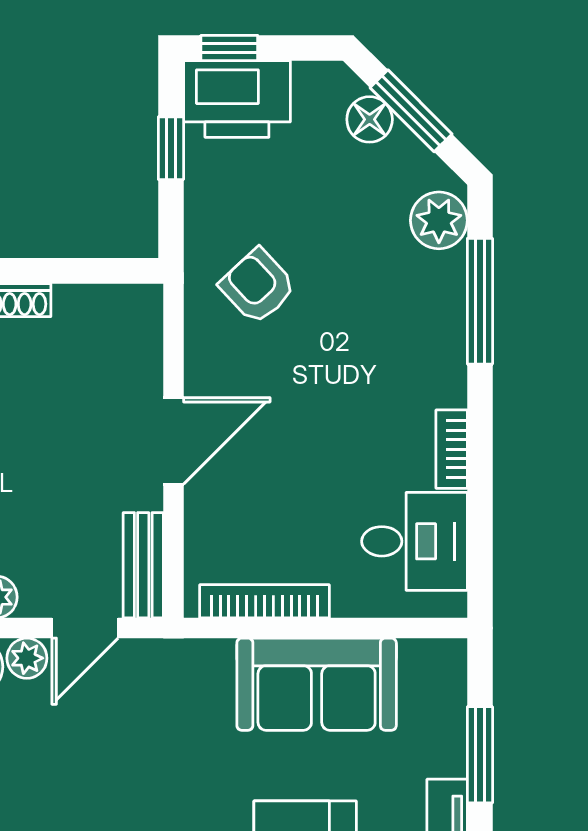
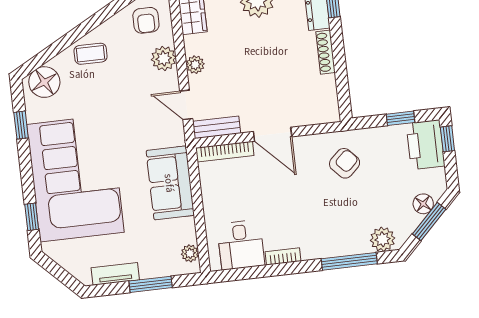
bookcase: (264, 601) -> (225, 152), moved, turned 90
plant: (27, 658) -> (190, 253), moved
sofa: (317, 684) -> (170, 183), moved

